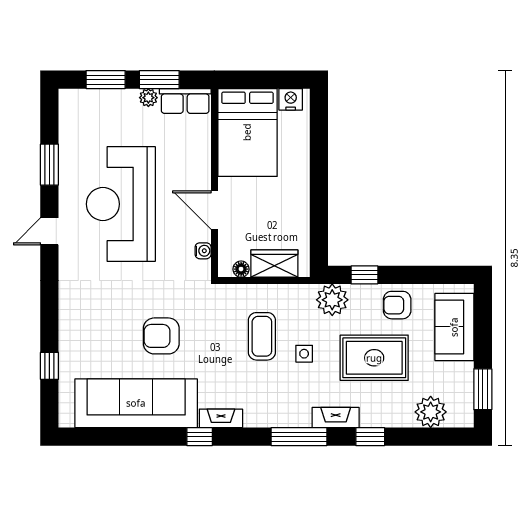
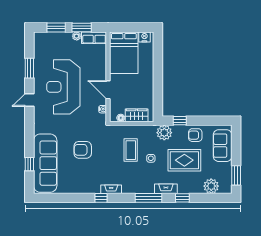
sofa: (136, 403) -> (45, 163), moved, turned 90

